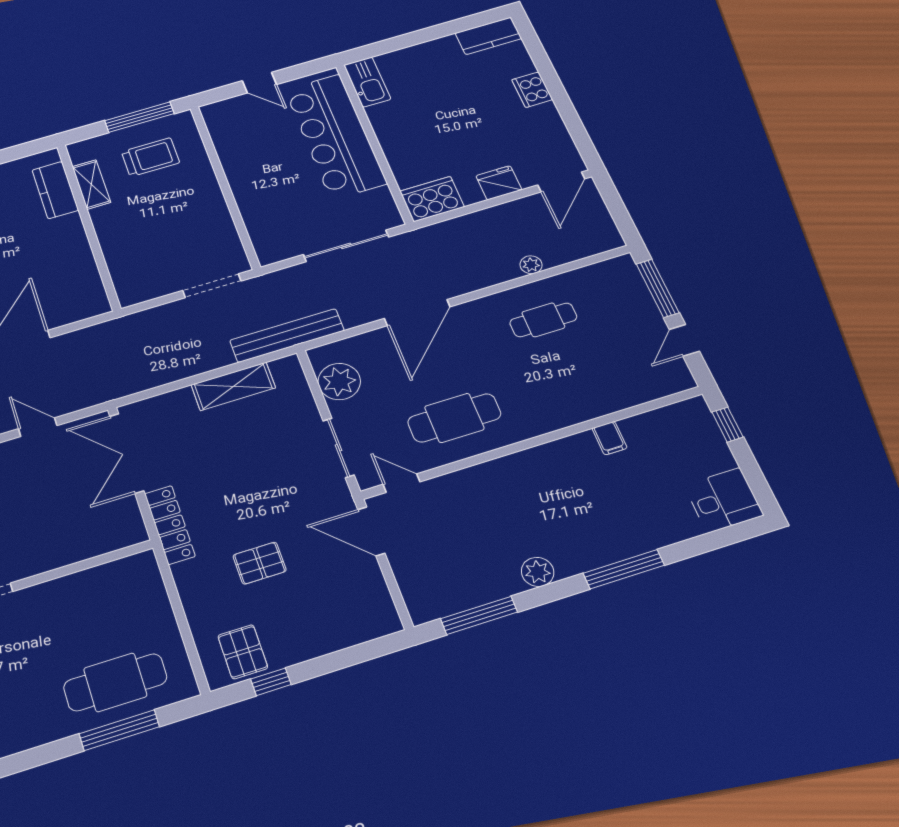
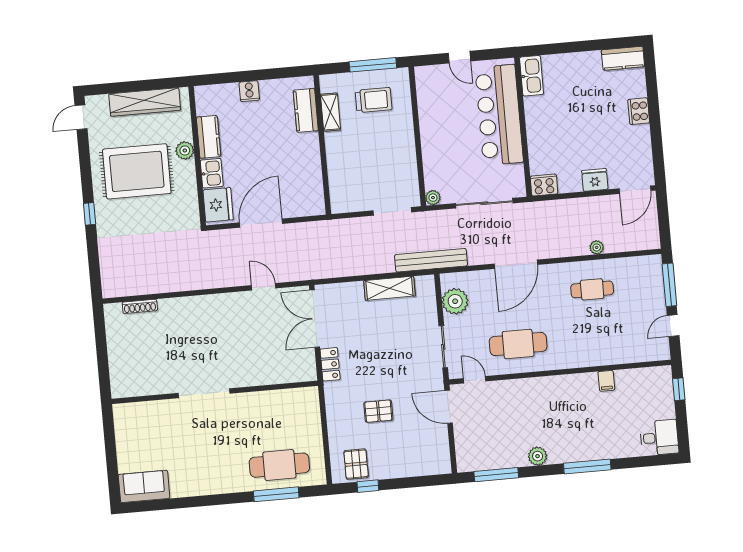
cooker: (432, 199) -> (544, 185), width x0.73, depth x0.76
plant: (268, 255) -> (433, 198), added
locker: (170, 525) -> (330, 364), width x0.66

